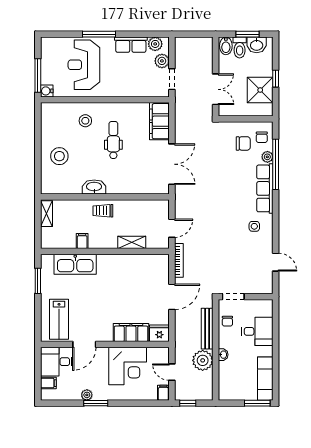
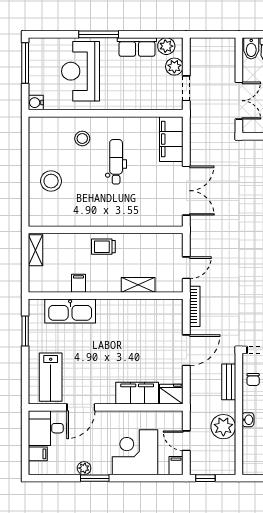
window: (38, 76) -> (25, 63), moved
washbasin: (94, 187) -> (93, 218), removed
bench: (207, 329) -> (229, 382), width x0.73
corner desk: (128, 366) -> (135, 452), moved, turned 180

